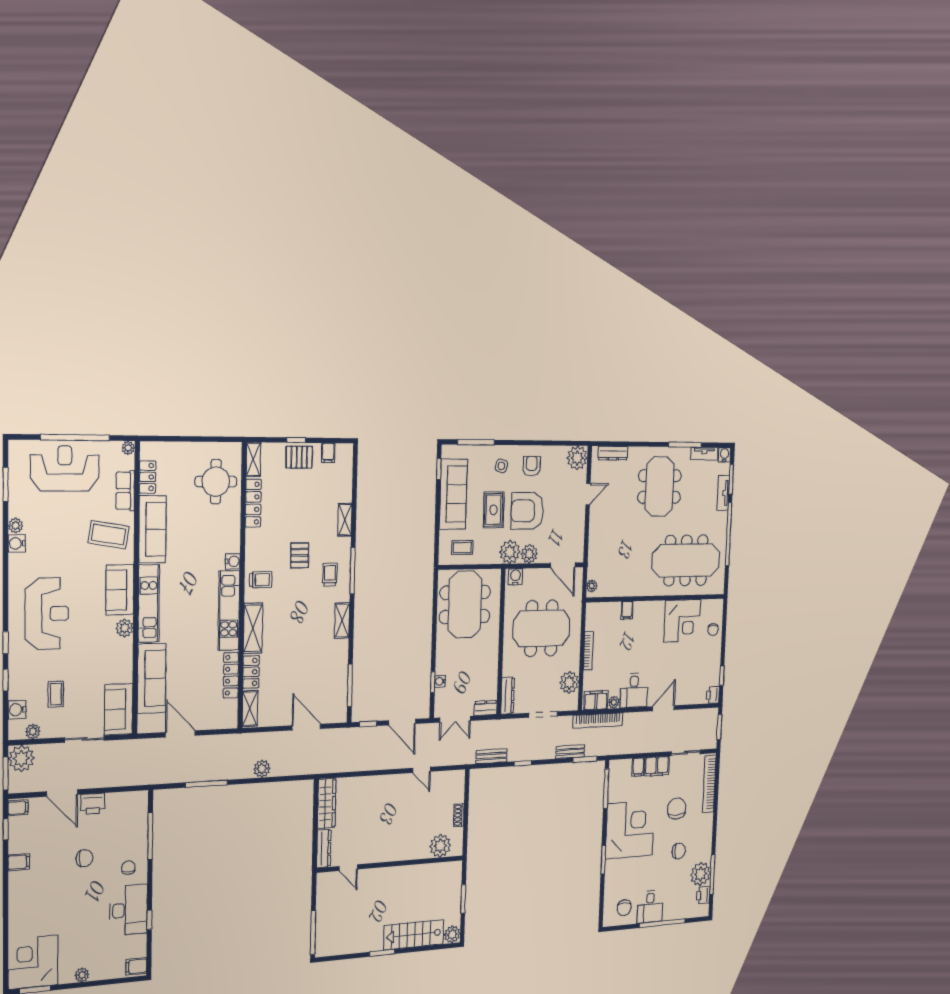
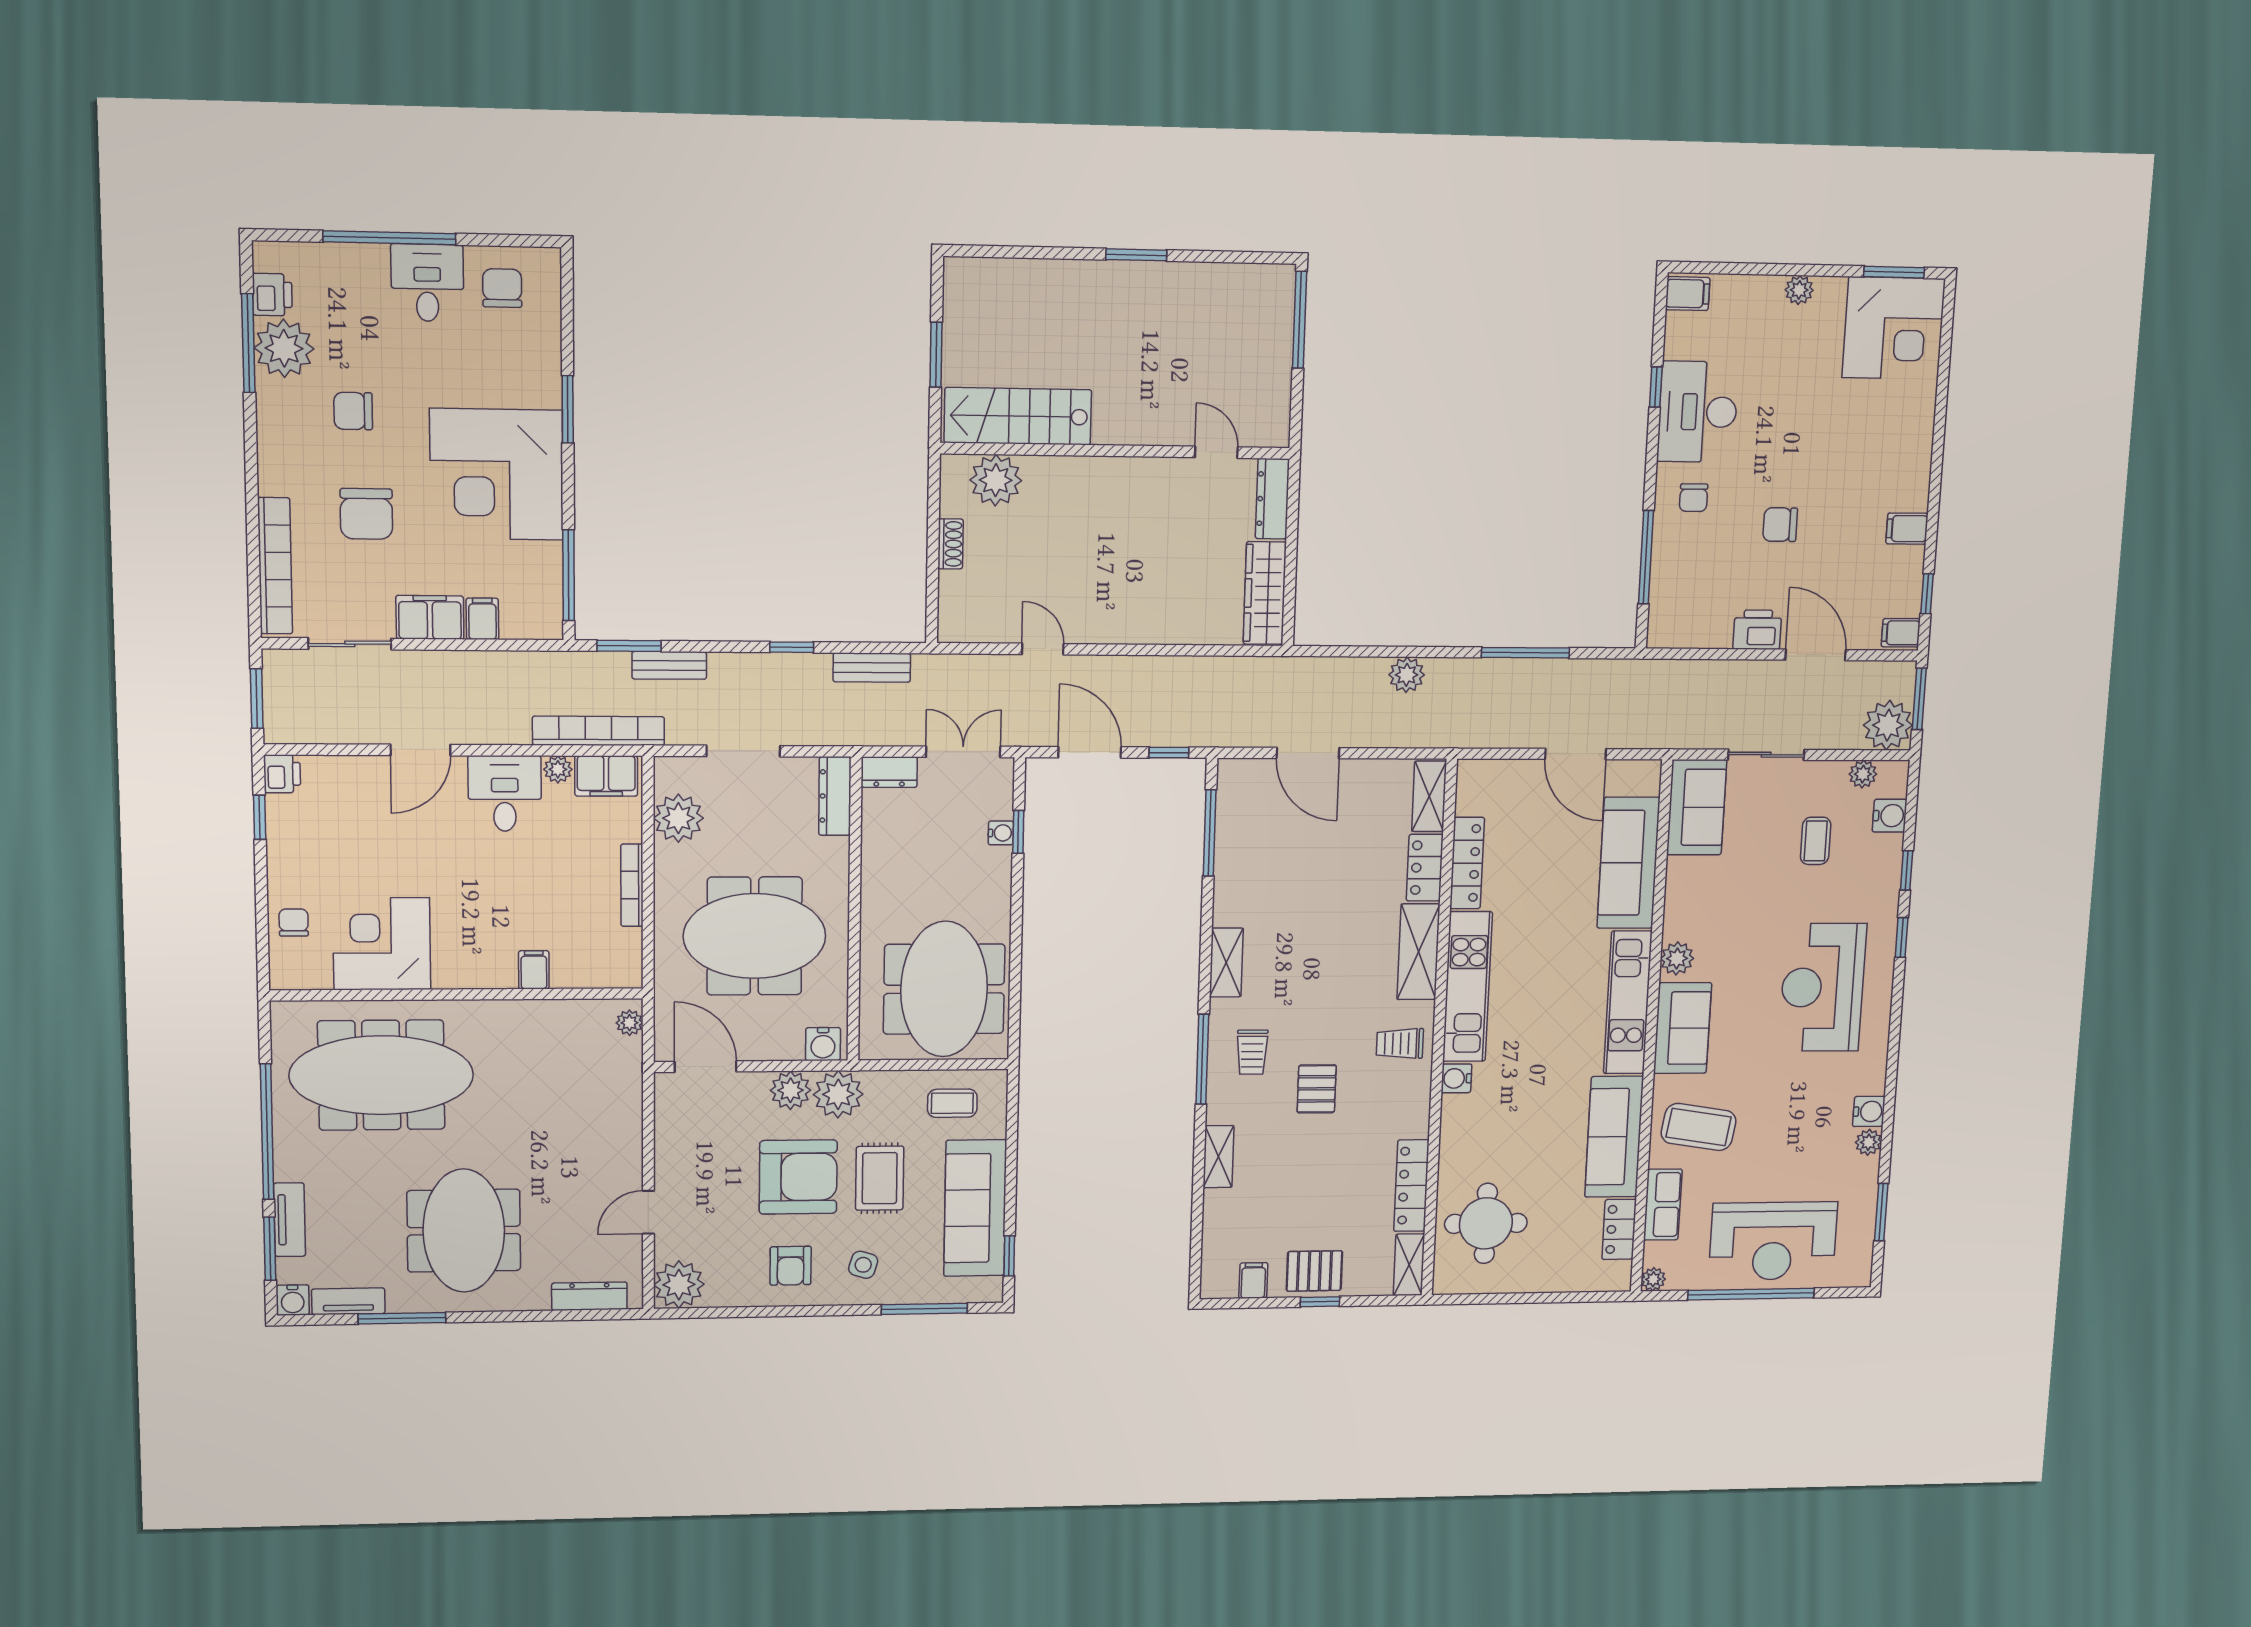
plant: (452, 934) -> (963, 277), removed
stairs: (414, 935) -> (1018, 416), moved, turned 180

